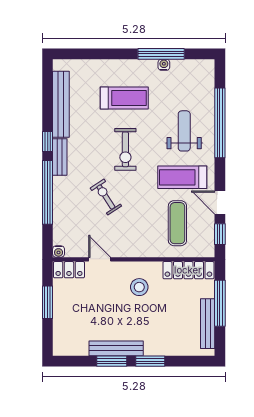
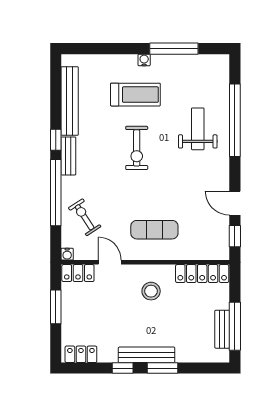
water cooler: (164, 65) -> (144, 60), moved
treadmill: (182, 177) -> (196, 177), removed
exercise bike: (106, 197) -> (85, 217), moved
exercise mat: (177, 223) -> (154, 230), moved, turned 90
window: (220, 303) -> (235, 326), moved
bench: (208, 324) -> (222, 329), width x0.73
locker: (72, 348) -> (81, 354), added
bench: (116, 348) -> (147, 355), moved
window: (112, 361) -> (123, 368), width x0.67

